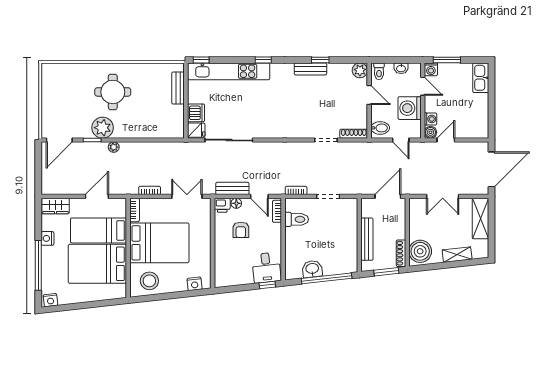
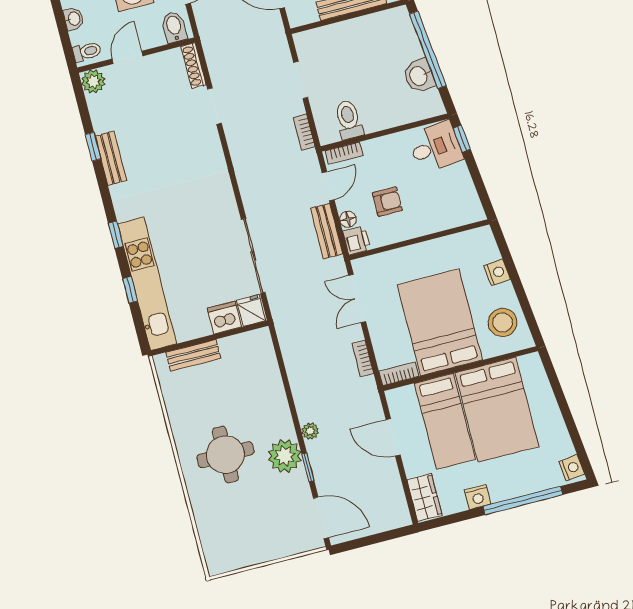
window: (201, 60) -> (130, 290), moved
nightstand: (195, 284) -> (497, 272), moved

